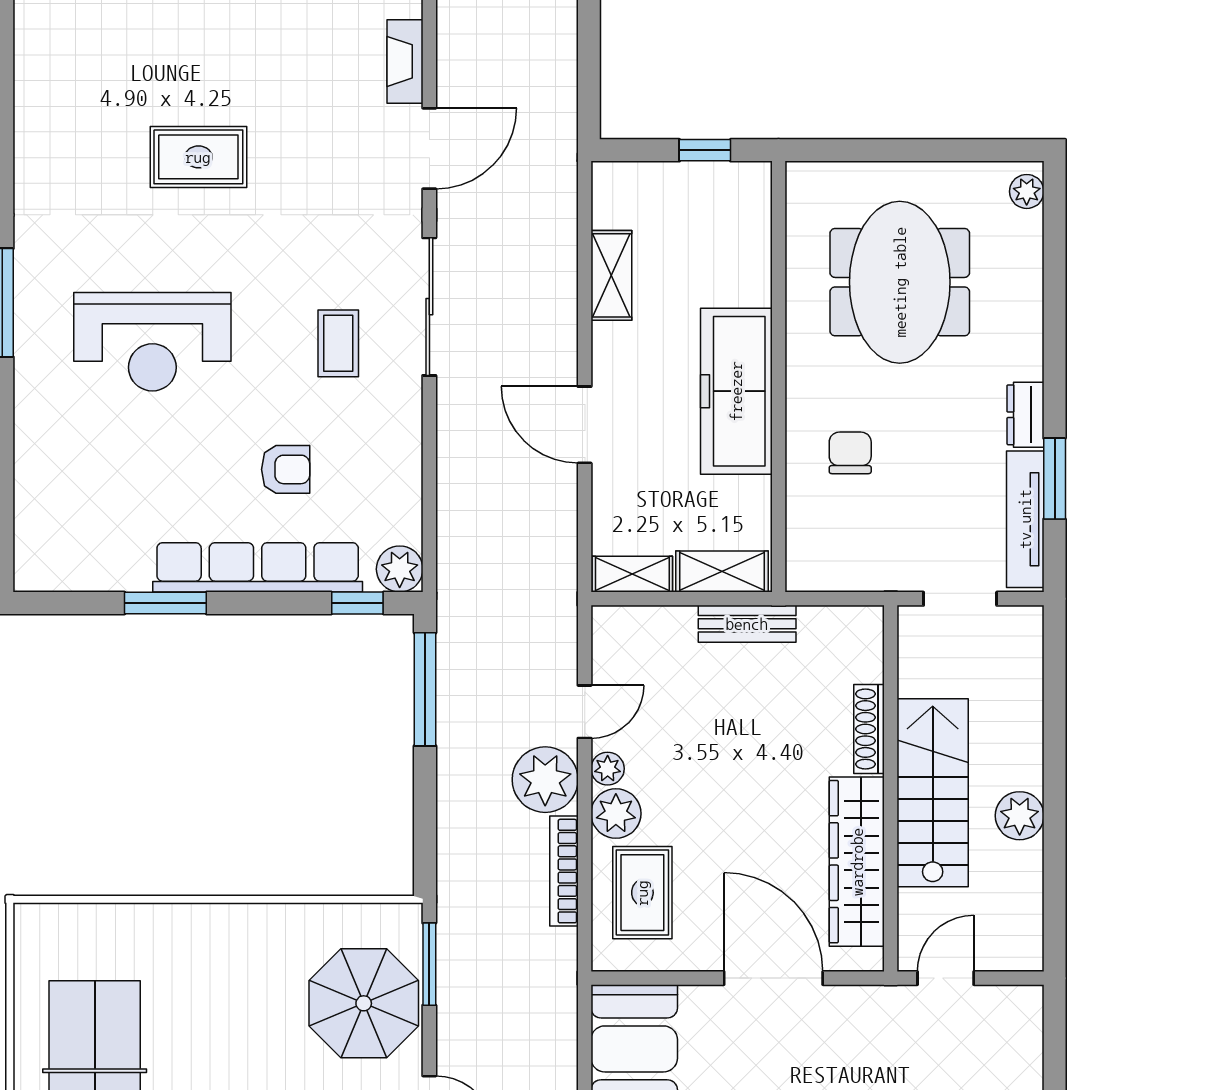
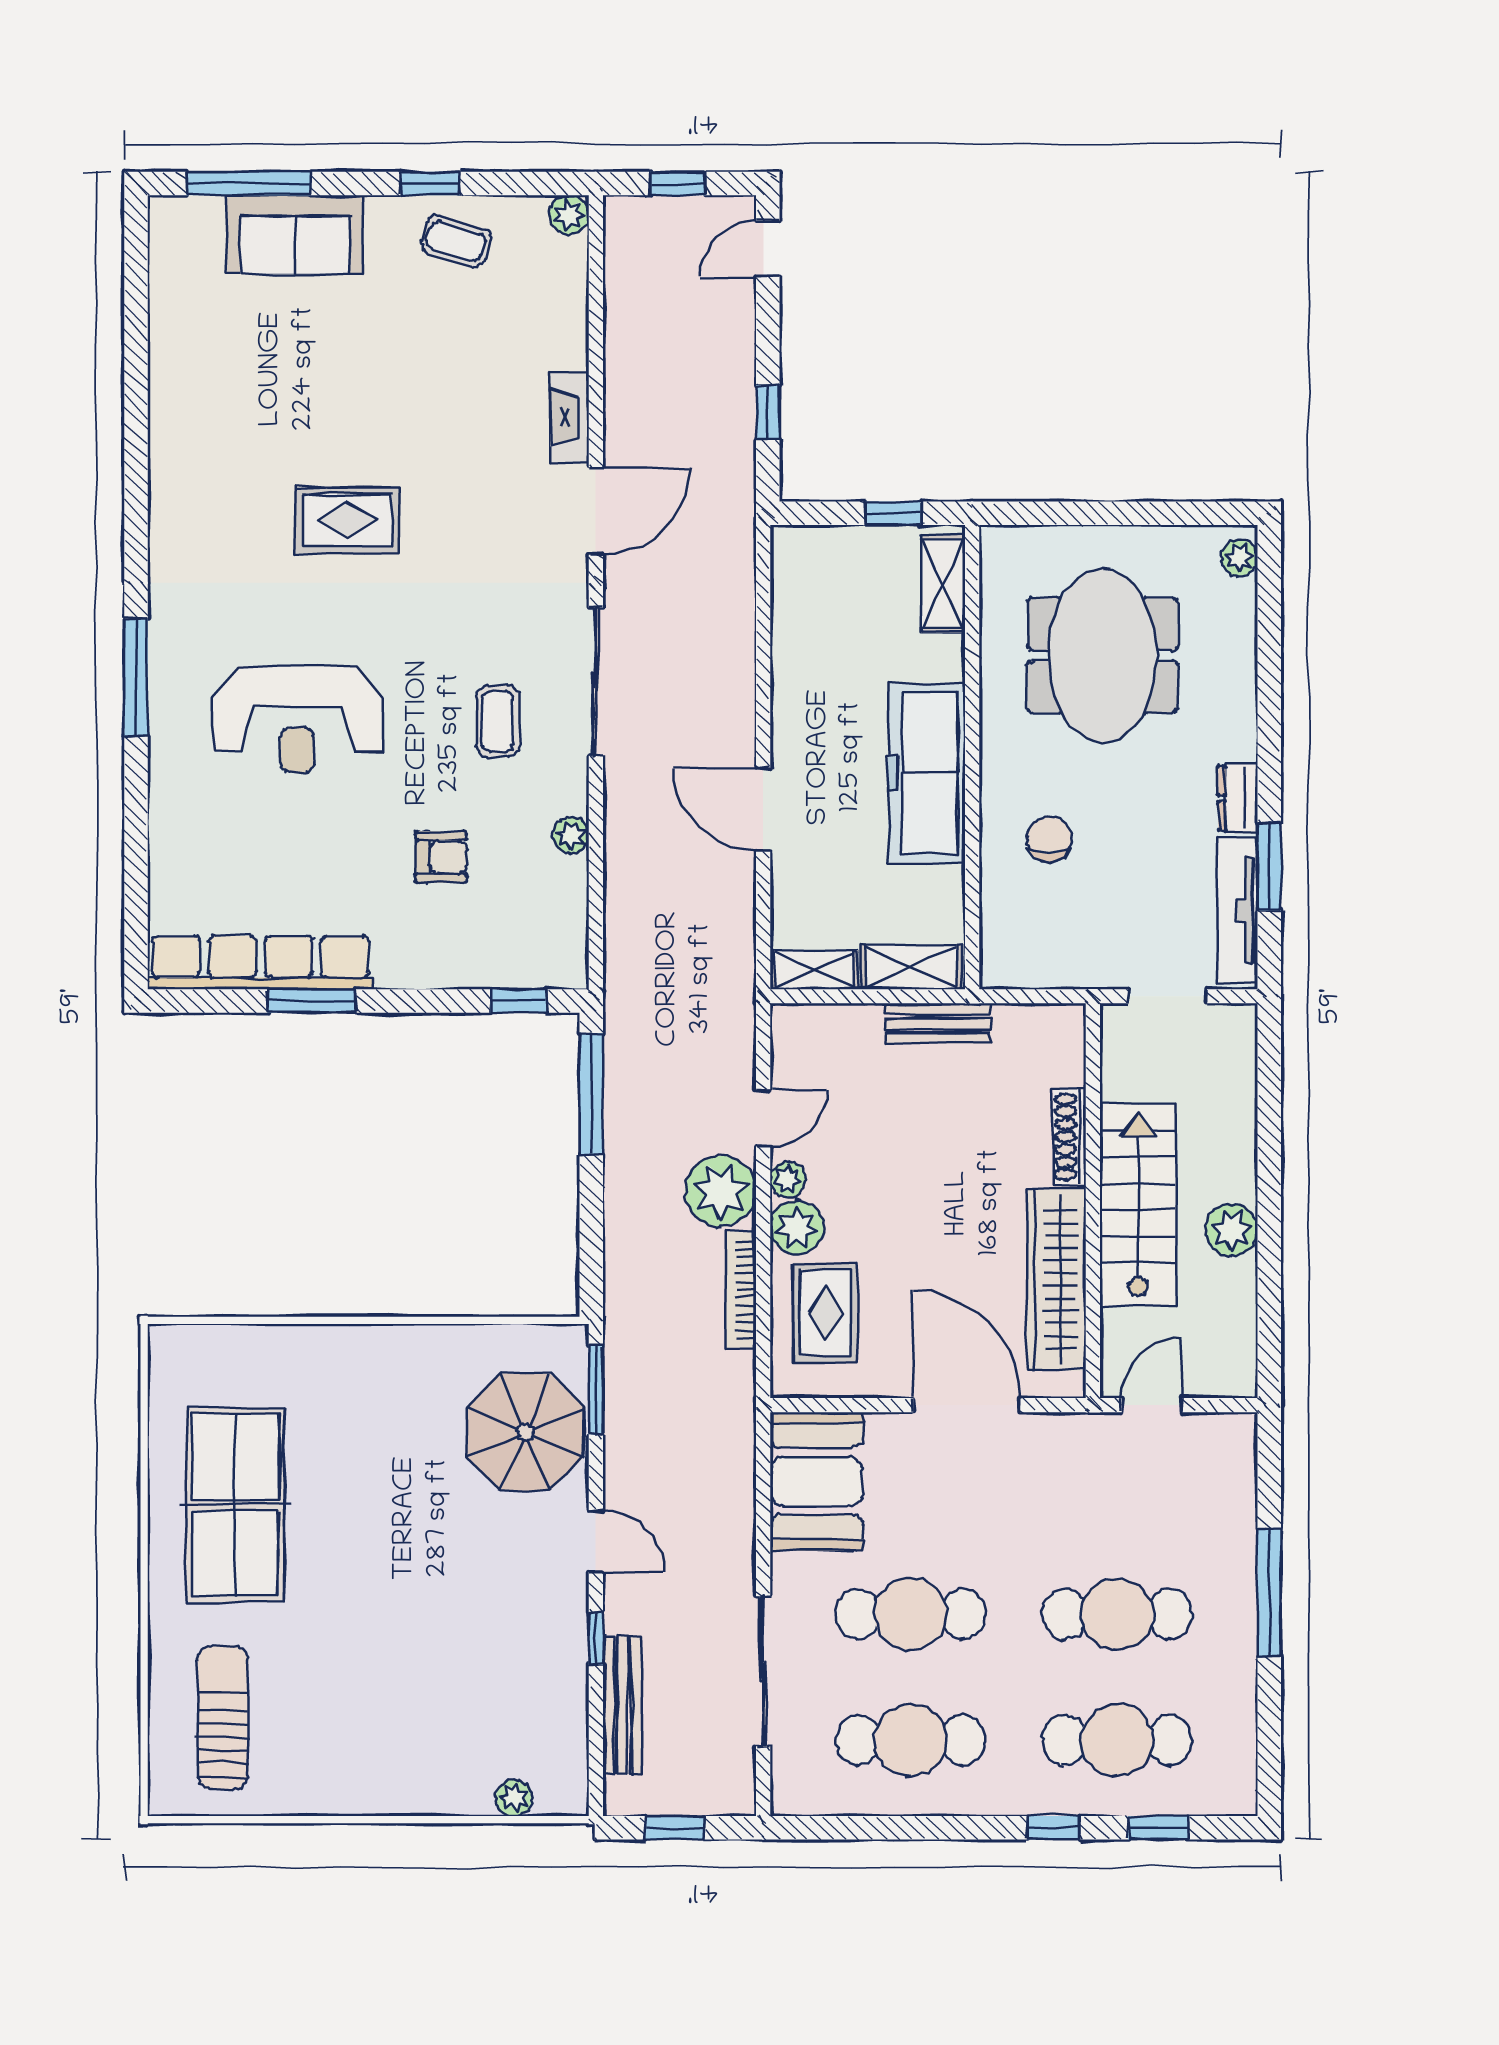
window: (589, 57) -> (768, 413), added
shelving: (611, 275) -> (943, 584), moved
row of seats: (258, 567) -> (260, 963), moved
plant: (400, 569) -> (571, 835), moved, width x0.73, depth x0.73

